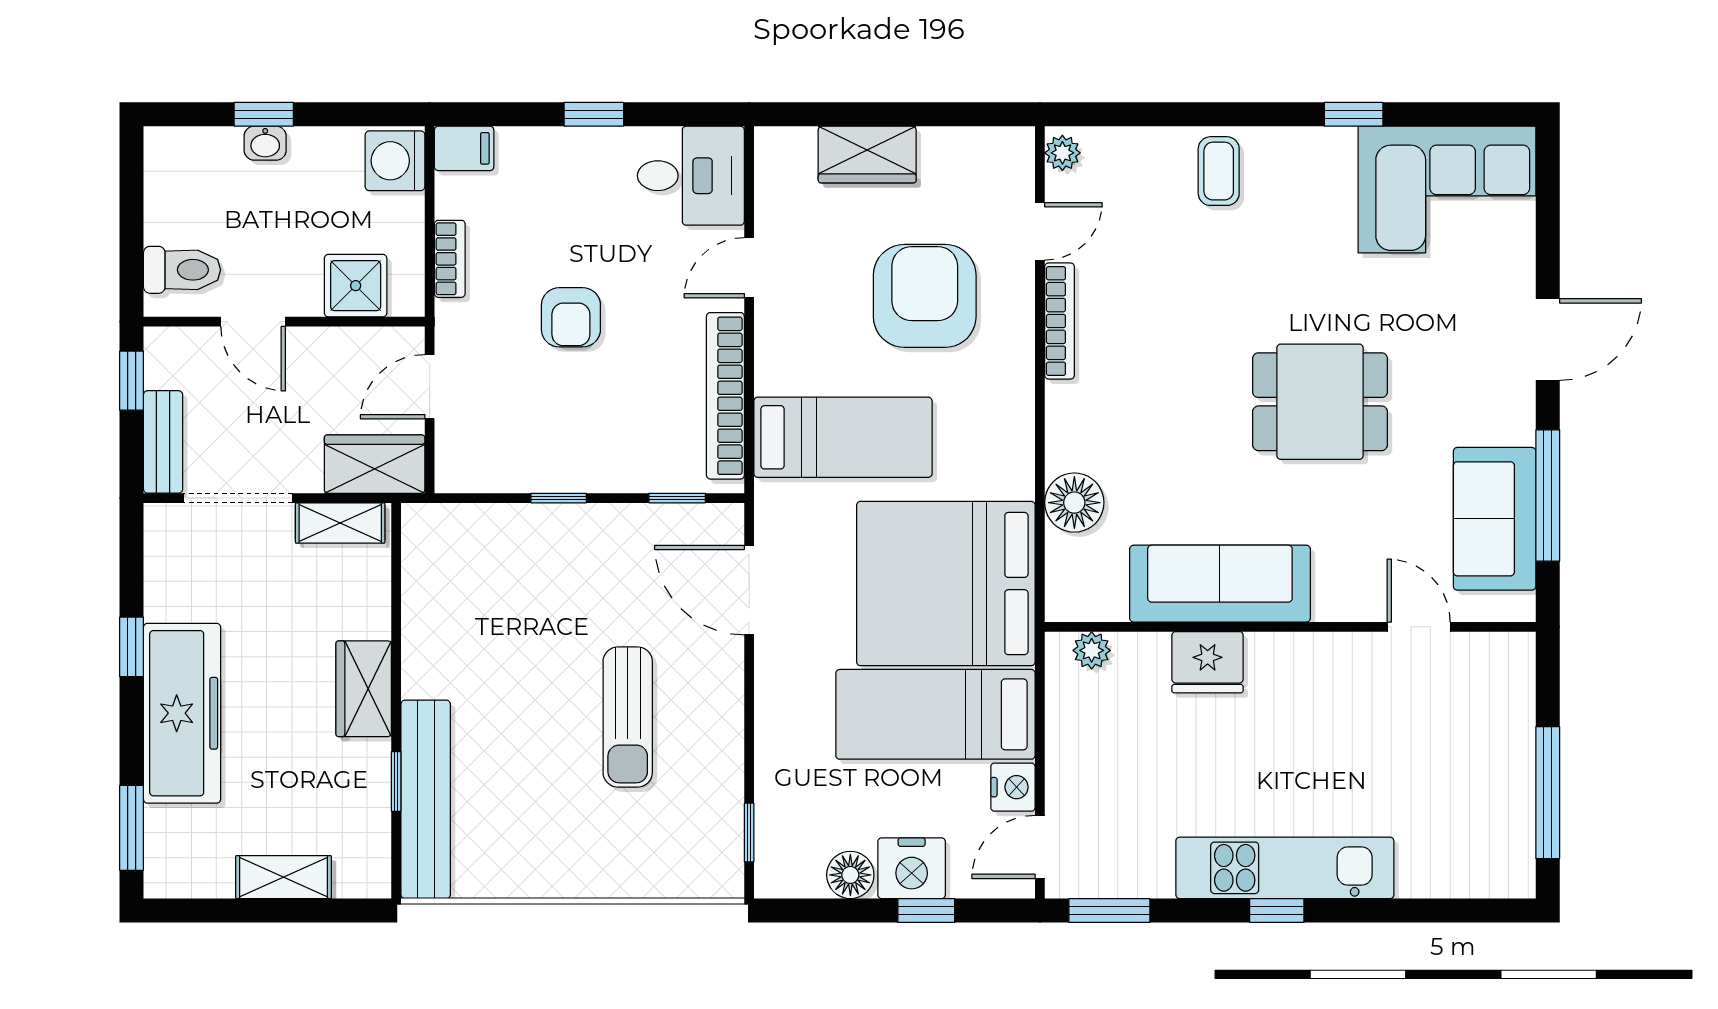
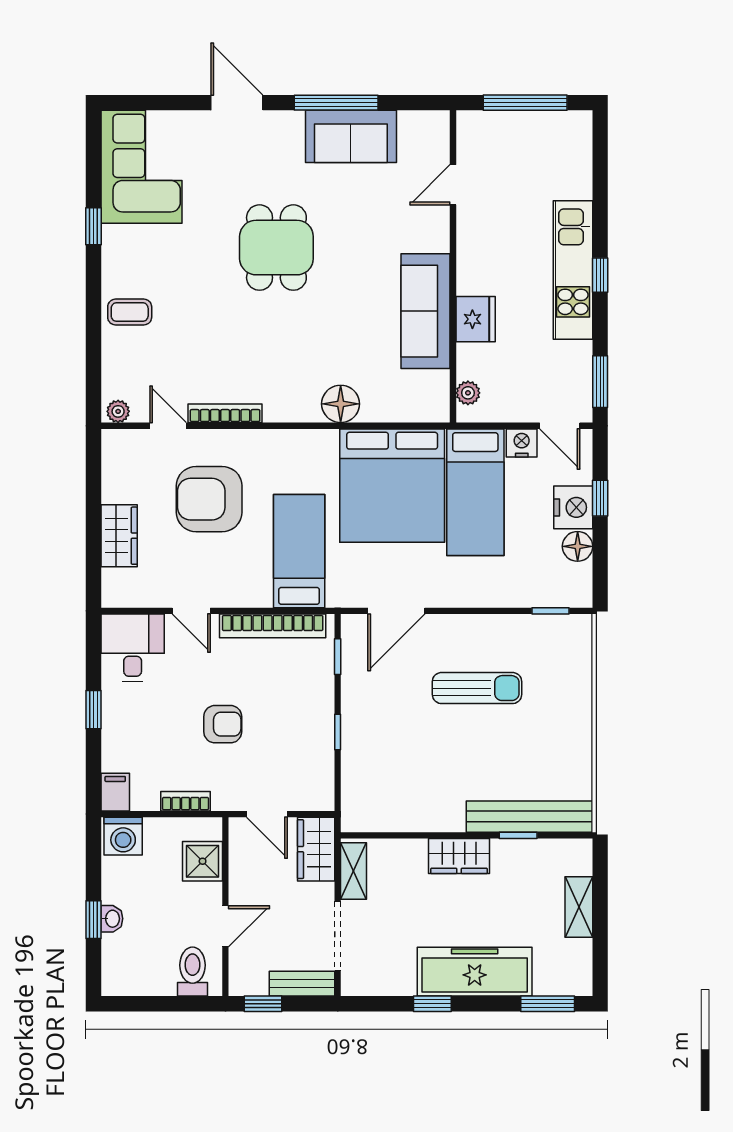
sofa: (1220, 584) -> (426, 311), moved
wall: (1290, 627) -> (453, 266), moved
door: (1419, 627) -> (453, 185), moved
plant: (1092, 650) -> (468, 393), moved
fridge: (1208, 662) -> (476, 319), moved

